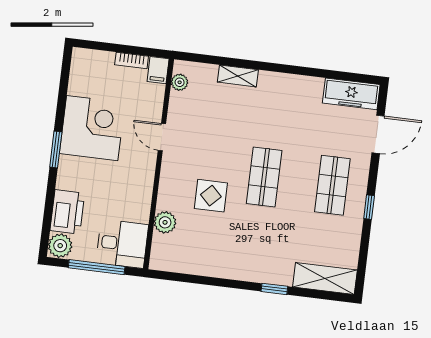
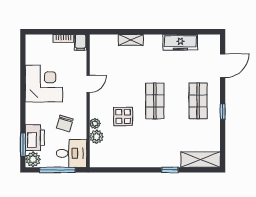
plant: (180, 82) -> (95, 123), moved
freezer: (351, 94) -> (180, 42), moved
door: (162, 137) -> (88, 84), swing flipped
window: (56, 149) -> (23, 145), moved
chair: (117, 195) -> (65, 123), added

